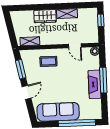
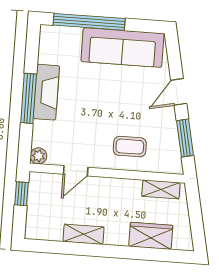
wardrobe: (45, 16) -> (151, 236), moved
window: (101, 20) -> (22, 194), moved
door: (75, 46) -> (76, 171), swing flipped

